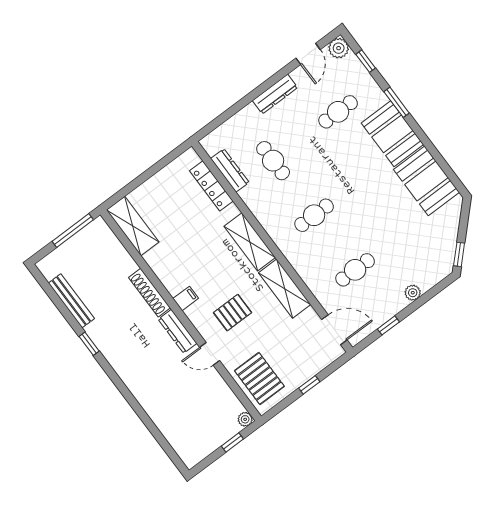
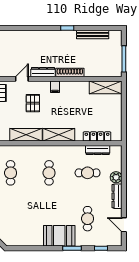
plant: (339, 48) -> (116, 177), moved
booth: (426, 181) -> (26, 235), removed

